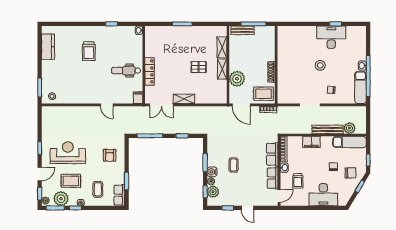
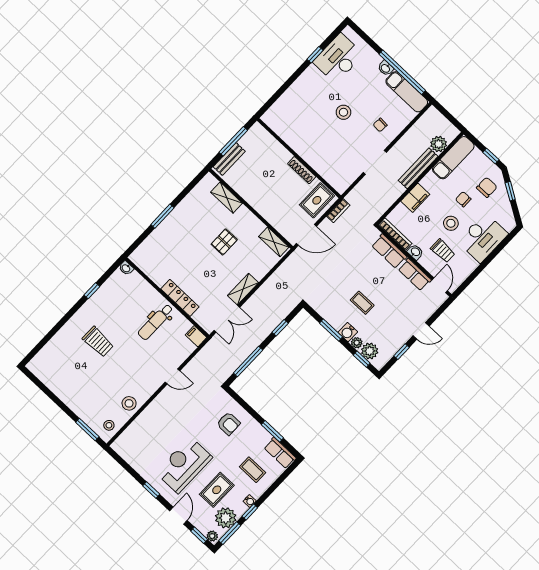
desk: (331, 37) -> (338, 58), moved
kitchen counter: (48, 47) -> (53, 380), removed
shelving: (222, 69) -> (274, 242), moved
plant: (237, 79) -> (275, 213), removed
stool: (73, 96) -> (129, 403), added
stool: (316, 172) -> (451, 223), added

